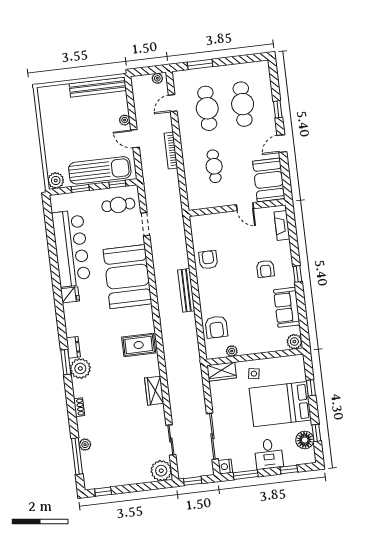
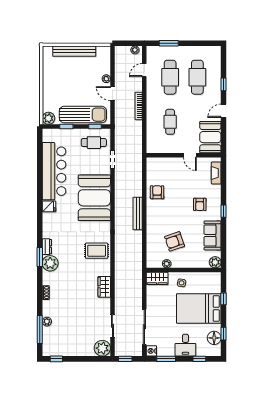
bench: (98, 87) -> (74, 51), moved
armchair: (216, 327) -> (175, 241), moved, turned 71

